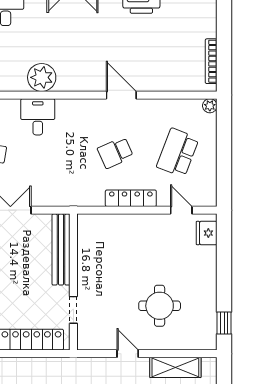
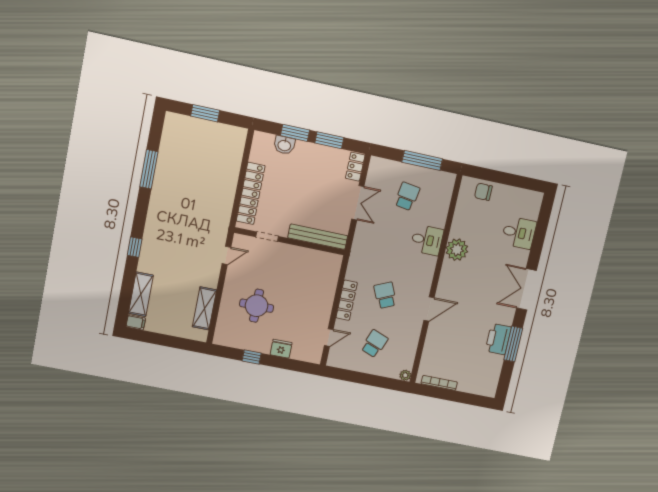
school desk: (178, 153) -> (374, 344), width x0.54
fridge: (207, 233) -> (281, 349), moved
window: (224, 323) -> (252, 357), moved
door: (128, 354) -> (226, 255), moved

